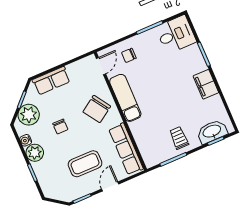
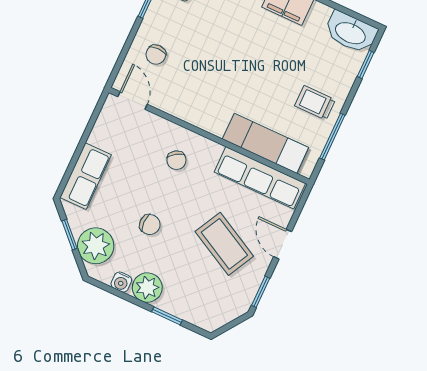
exam couch: (125, 98) -> (265, 143), moved
chair: (97, 109) -> (176, 160), width x0.54, depth x0.54
washbasin: (212, 132) -> (351, 32), moved, turned -90
coffee table: (85, 164) -> (224, 244), turned -62

